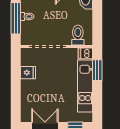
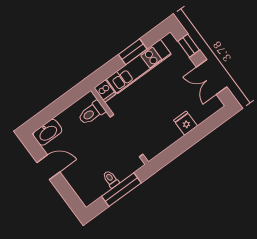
window: (97, 70) -> (133, 52), moved
fridge: (28, 73) -> (185, 123), moved

